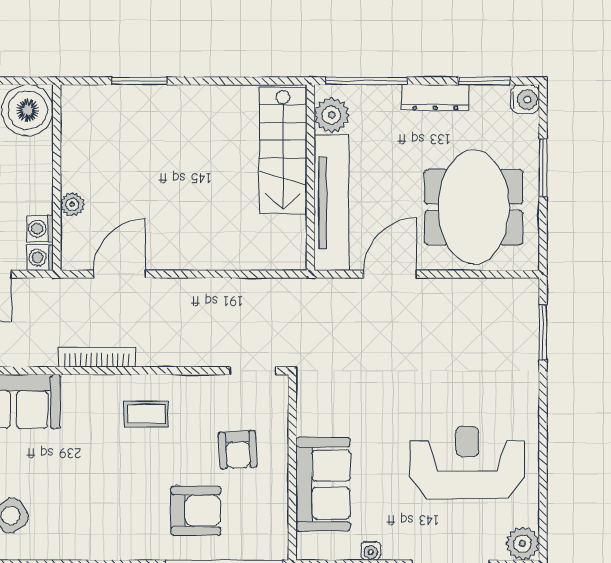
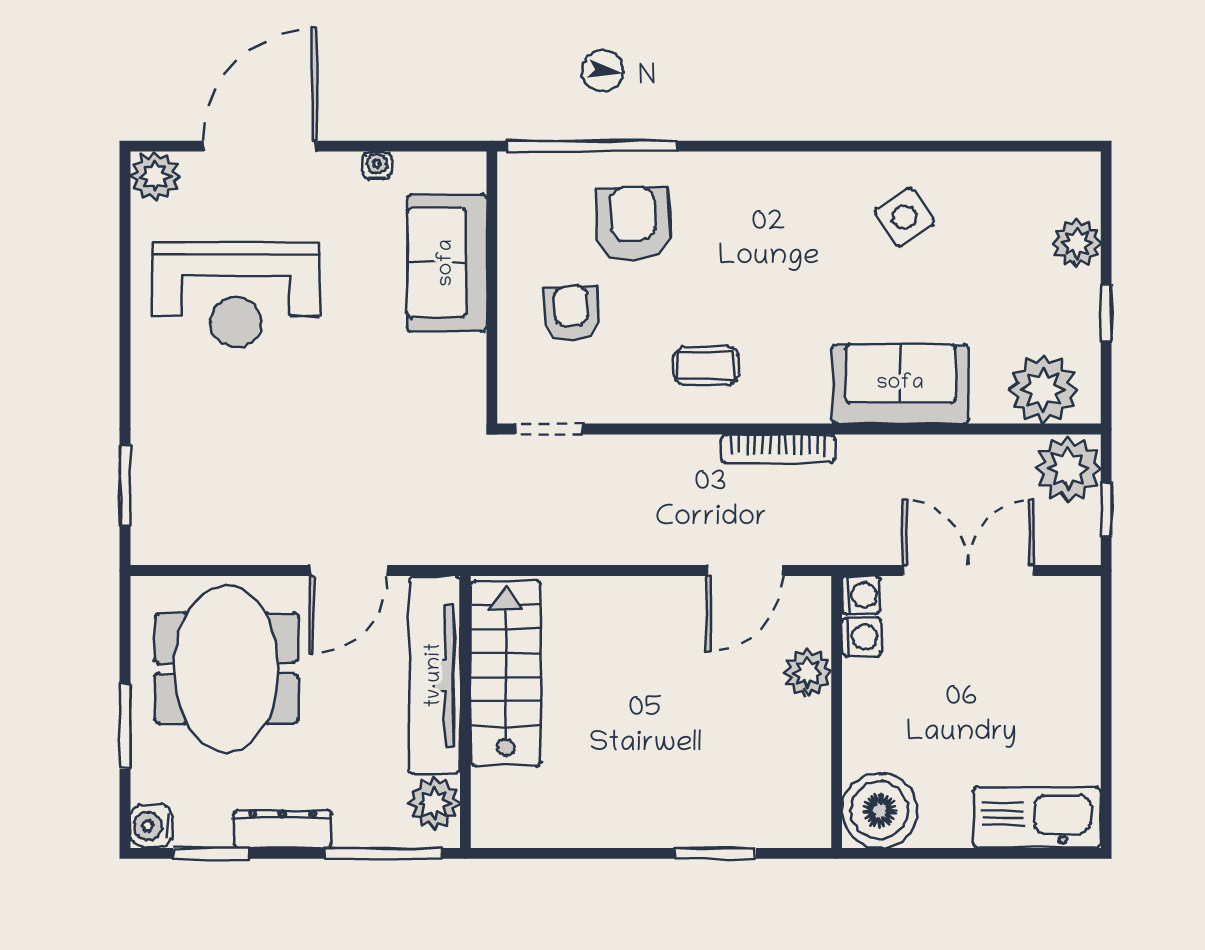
stairs: (283, 150) -> (506, 673), moved
plant: (72, 204) -> (808, 673), width x1.38, depth x1.38
armchair: (196, 511) -> (633, 224), turned 88

